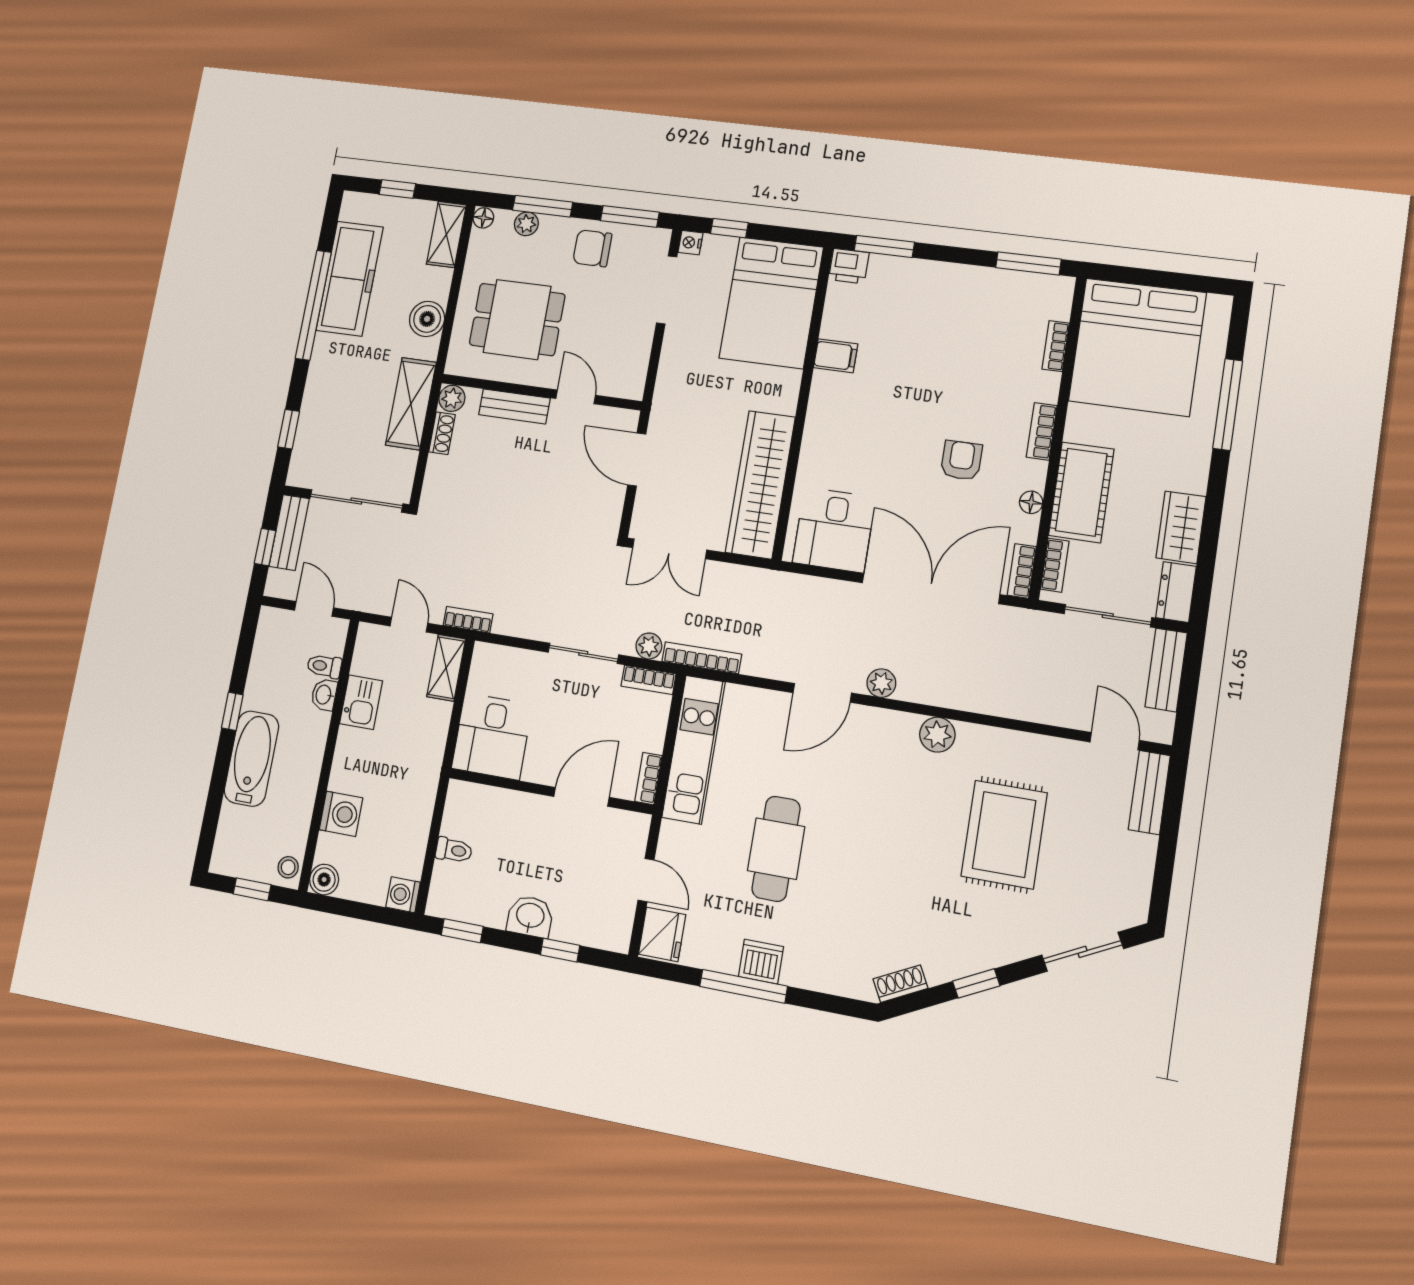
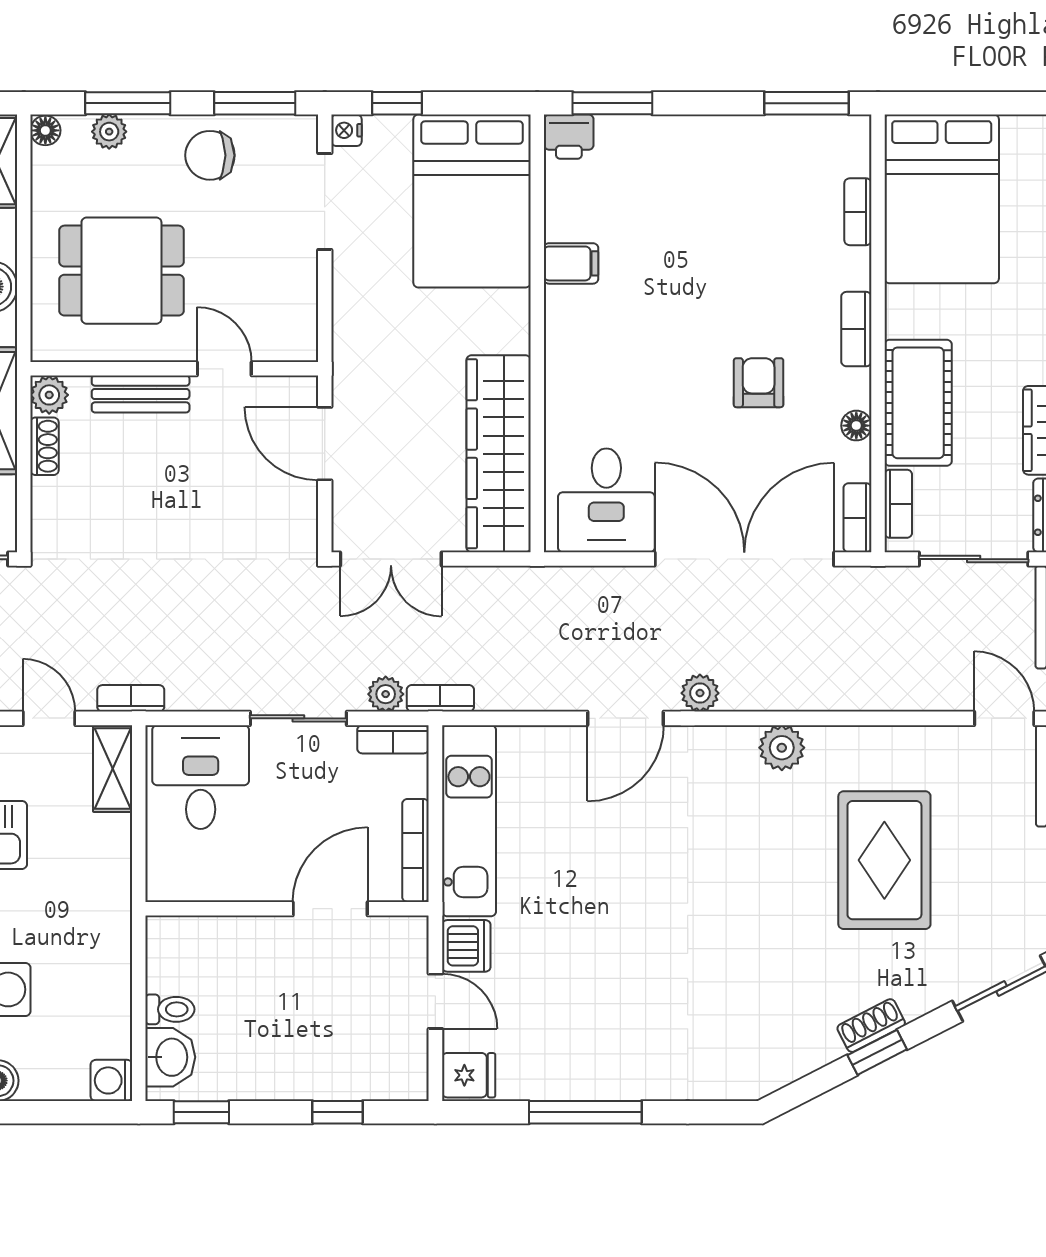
bed: (1137, 347) -> (942, 199), width x0.73
bookcase: (702, 658) -> (440, 698), width x0.64
desk: (492, 736) -> (201, 777), moved, turned 180
bookcase: (648, 778) -> (416, 850), width x1.56
cafe table: (776, 849) -> (598, 930), removed
washbasin: (530, 916) -> (170, 1057), moved, turned 90
fridge: (662, 934) -> (469, 1075), width x0.72
dishwasher: (761, 962) -> (466, 946), moved, turned 90
shoe rack: (900, 984) -> (871, 1026), moved

